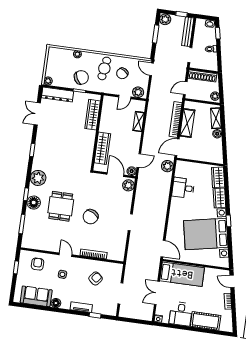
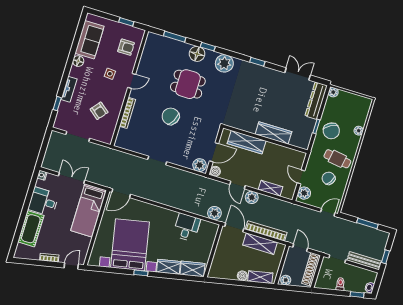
plant: (165, 19) -> (252, 197), moved
wardrobe: (93, 115) -> (273, 133), moved
door: (139, 160) -> (238, 185), moved

